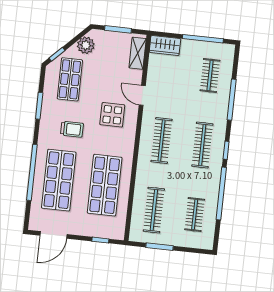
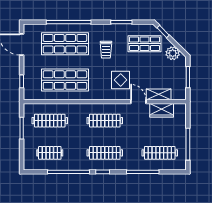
wardrobe: (165, 45) -> (162, 110), moved, turned -90
shelving: (138, 53) -> (159, 94), moved
clothes rail: (210, 75) -> (160, 153), width x1.36
door: (142, 95) -> (138, 102), hinge flipped

